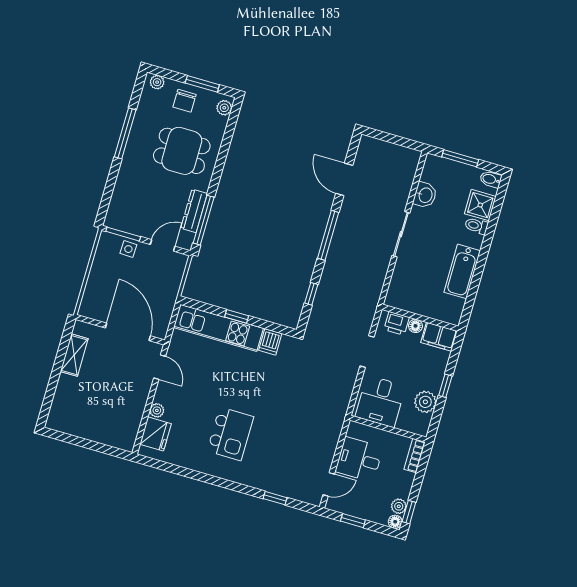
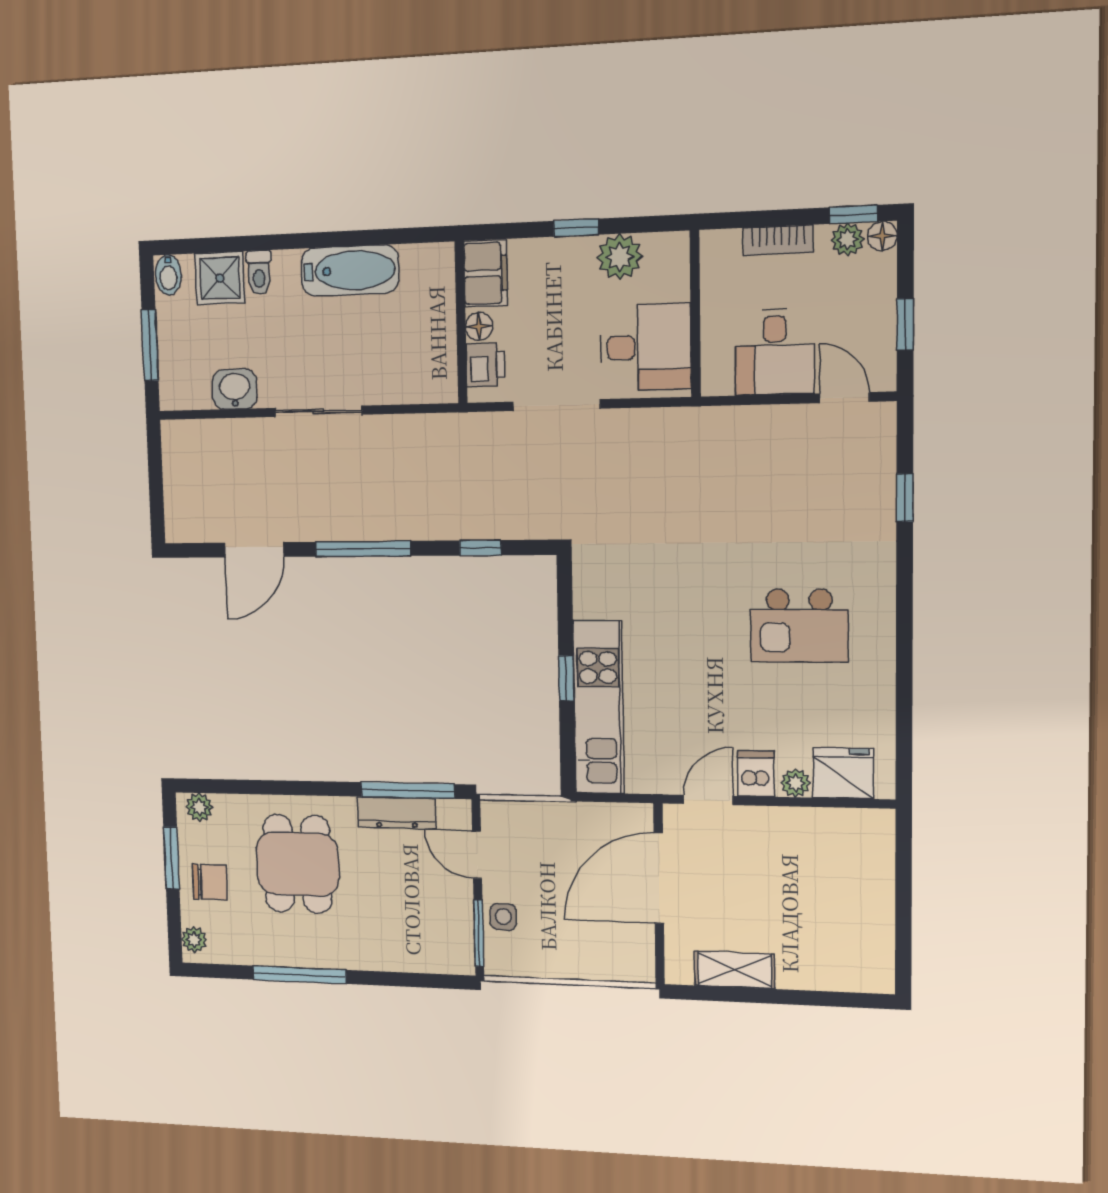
dishwasher: (270, 342) -> (756, 774), moved, turned -90
doorway: (367, 351) -> (557, 405), width x1.38
kitchen island: (230, 434) -> (799, 626), turned 180
bookcase: (415, 456) -> (778, 240), moved

